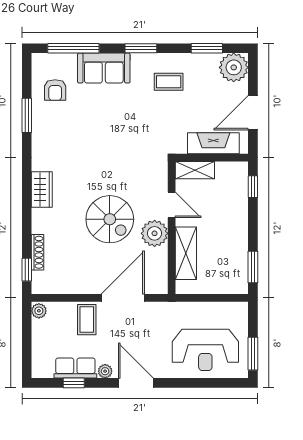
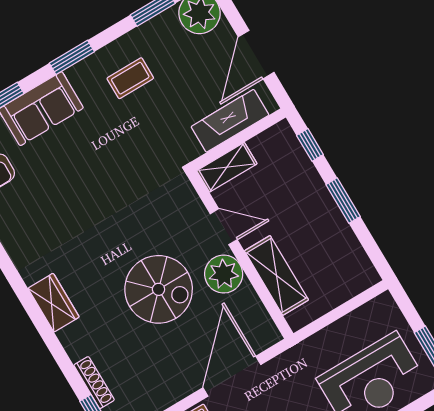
window: (253, 267) -> (343, 201), moved

